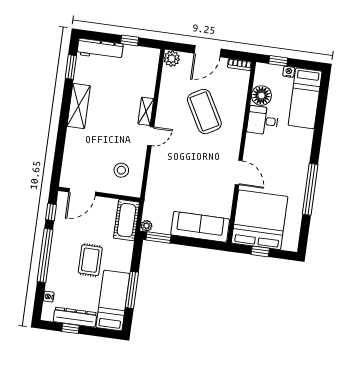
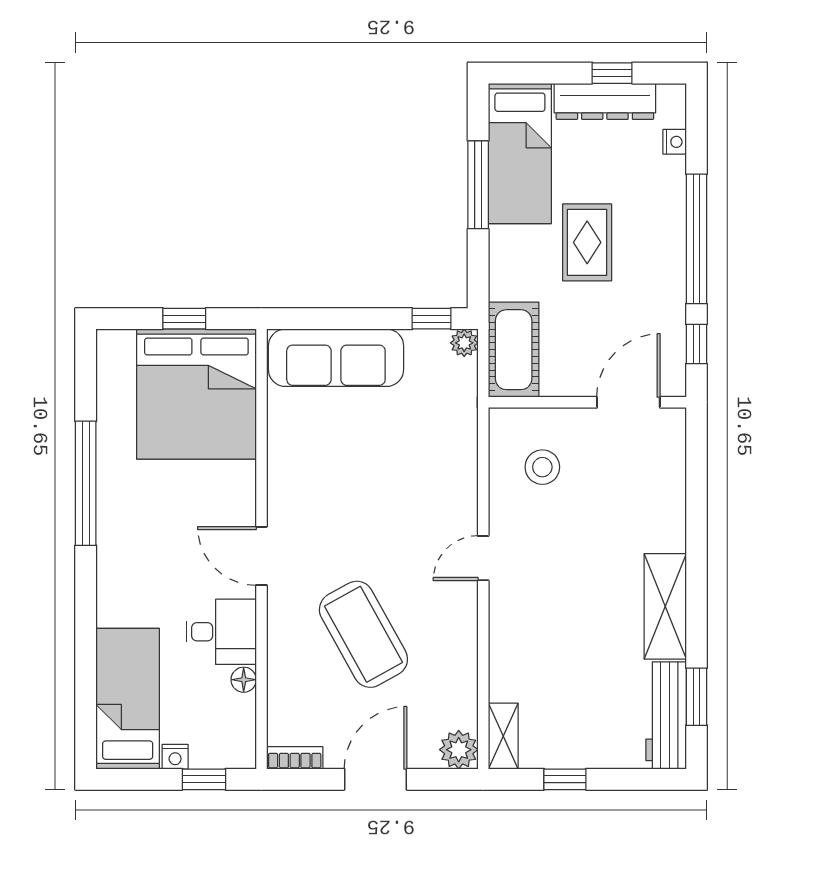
workbench: (100, 49) -> (666, 715), moved, turned -90
floor lamp: (261, 96) -> (244, 680), width x0.53, depth x0.53
shelving: (146, 111) -> (503, 736), moved
door: (239, 173) -> (261, 556), moved
window: (159, 238) -> (432, 319), width x0.67

